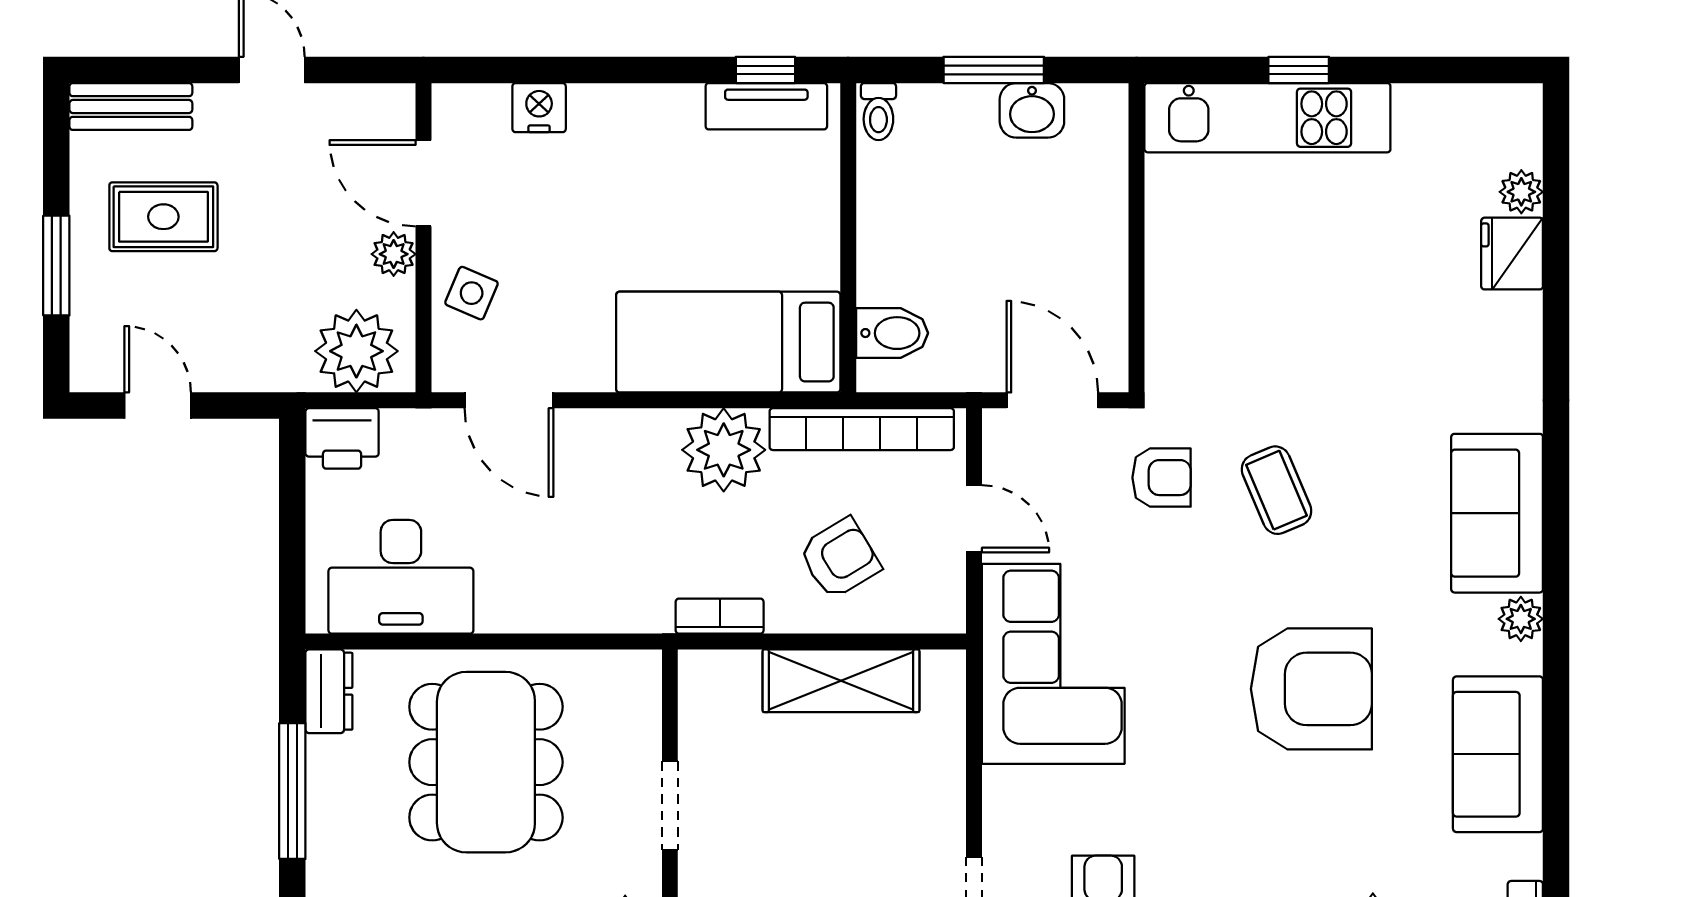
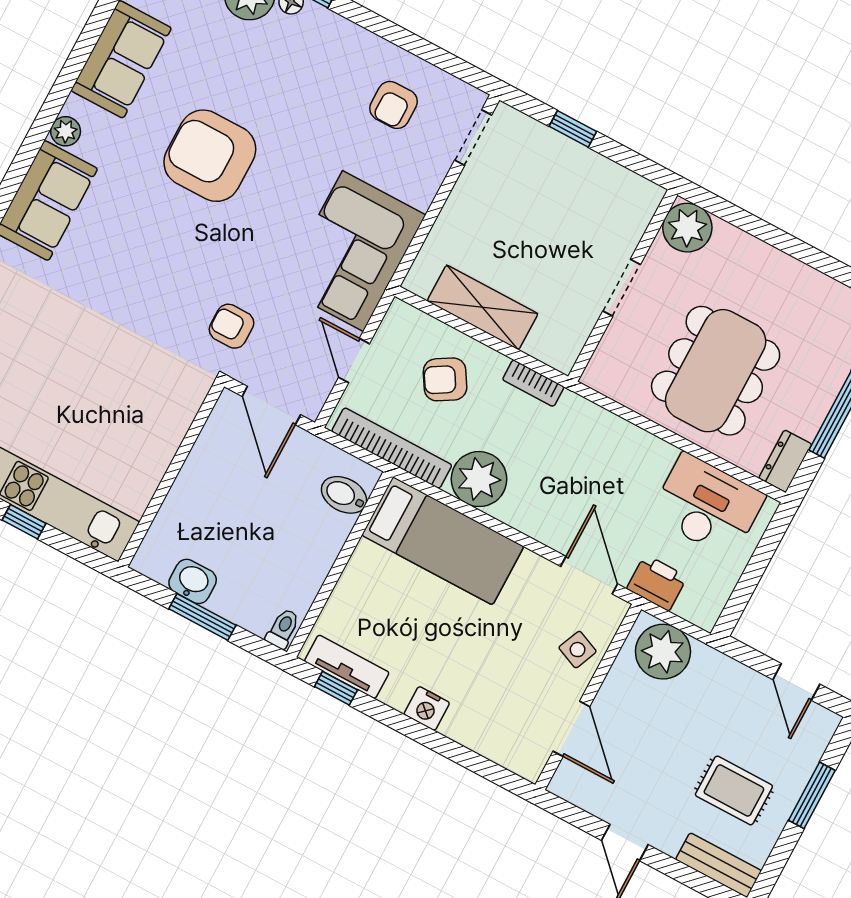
nightstand: (539, 108) -> (427, 708), moved
plant: (394, 254) -> (611, 697), removed
printer: (342, 438) -> (657, 583), moved
coffee table: (1276, 490) -> (168, 283), removed

